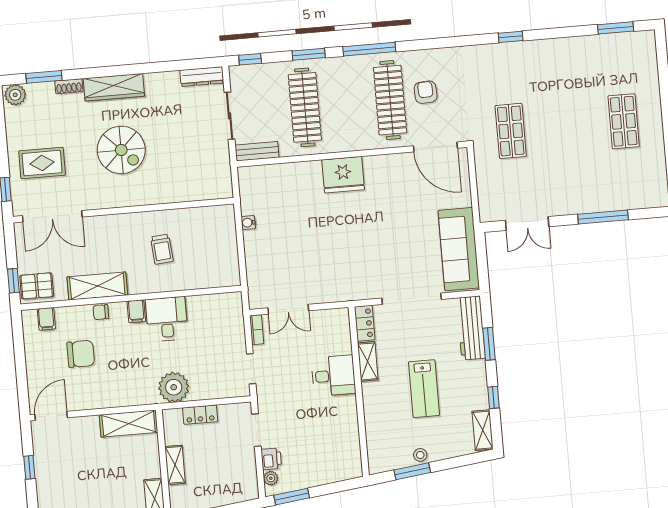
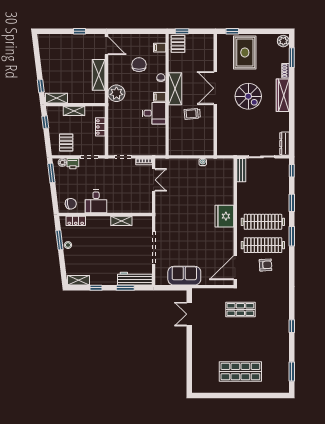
window: (511, 37) -> (292, 326), moved
window: (369, 49) -> (292, 236), width x0.69
clothes rail: (305, 107) -> (263, 222), moved
shop shelf: (624, 121) -> (240, 372), width x1.43, depth x1.36
spiral stairs: (121, 150) -> (248, 96), turned -90
rug: (42, 163) -> (245, 52), width x1.36, depth x1.43
double door: (52, 216) -> (215, 88), moved
window: (603, 217) -> (189, 356), removed
sofa: (459, 249) -> (184, 276), width x0.73
shelving: (97, 286) -> (175, 89), moved
double door: (288, 309) -> (154, 180), swing flipped
locker: (365, 323) -> (76, 221), moved
chair: (81, 354) -> (139, 65), turned 180
desk: (333, 376) -> (96, 201), moved
plant: (174, 387) -> (116, 93), moved
lab bench: (424, 389) -> (104, 250), removed
shelving: (129, 424) -> (99, 75), moved
chair: (345, 456) -> (71, 204), added
pallet: (234, 474) -> (66, 142), added

